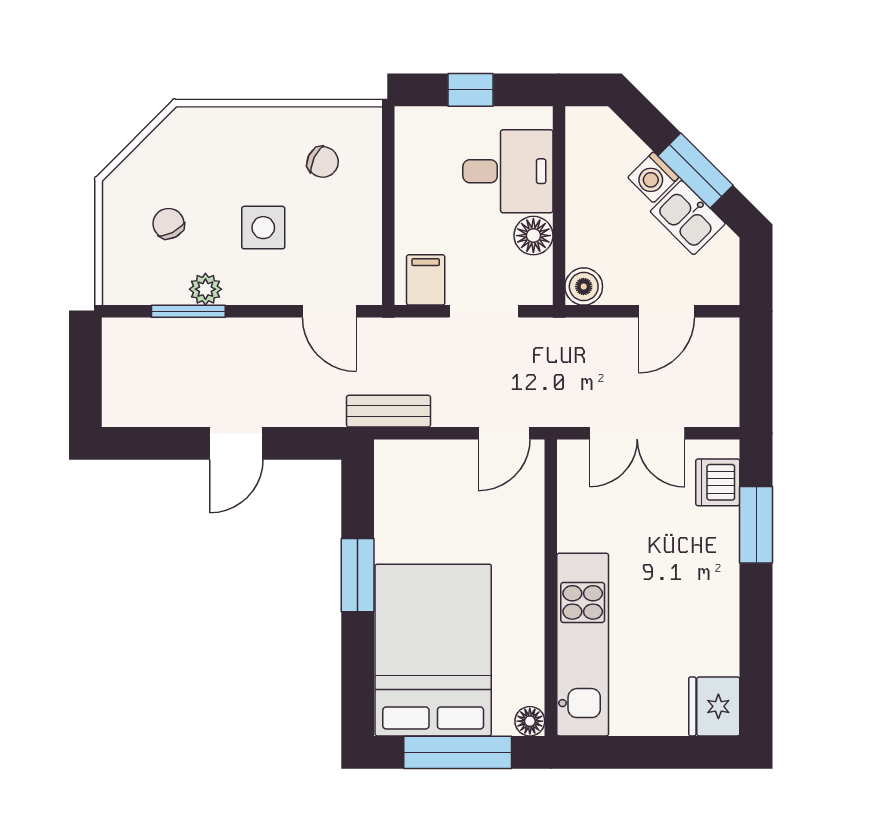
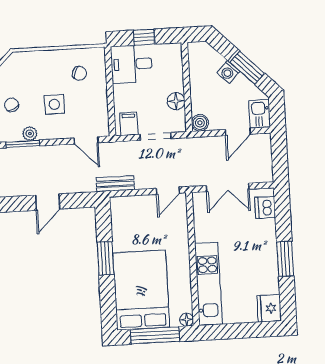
desk: (508, 171) -> (131, 64), moved, turned 180
kitchen sink: (688, 218) -> (260, 114), moved, turned 45
window: (756, 525) -> (285, 259), moved

